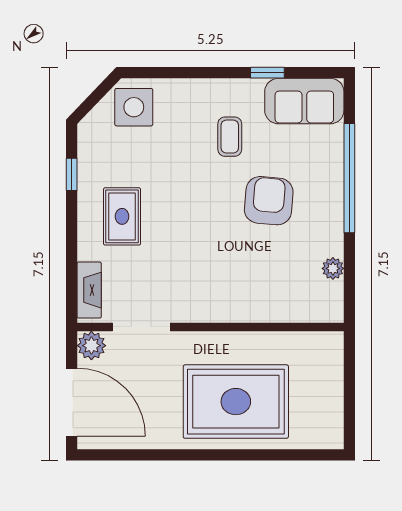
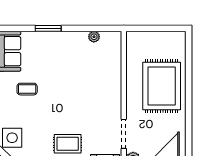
window: (349, 178) -> (48, 28), width x0.47
armchair: (269, 201) -> (60, 69), removed

